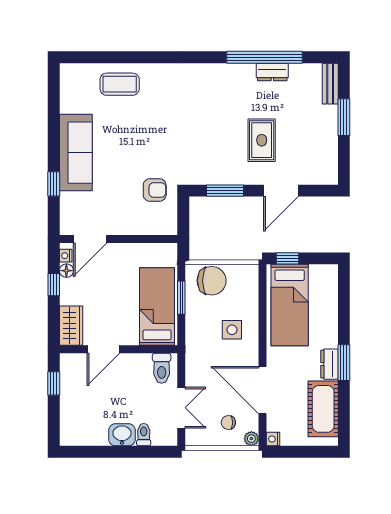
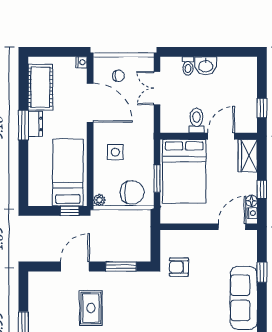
chair: (212, 281) -> (132, 192), turned 180
bed: (157, 307) -> (184, 171), width x1.50
toilet: (162, 368) -> (196, 121), moved
plant: (251, 439) -> (99, 200), moved

